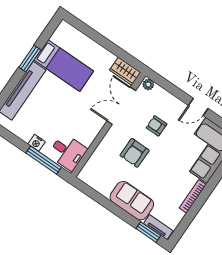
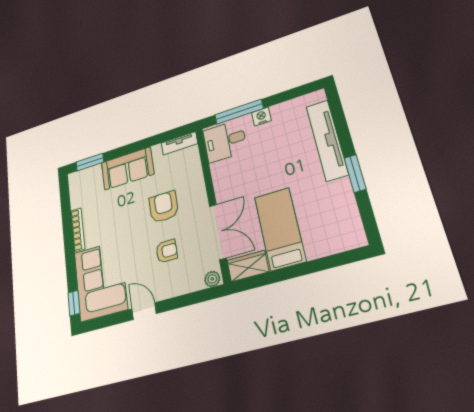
bed: (64, 66) -> (280, 229), moved, turned 90
door: (198, 107) -> (144, 311), hinge flipped
tv unit: (158, 227) -> (179, 143), moved

